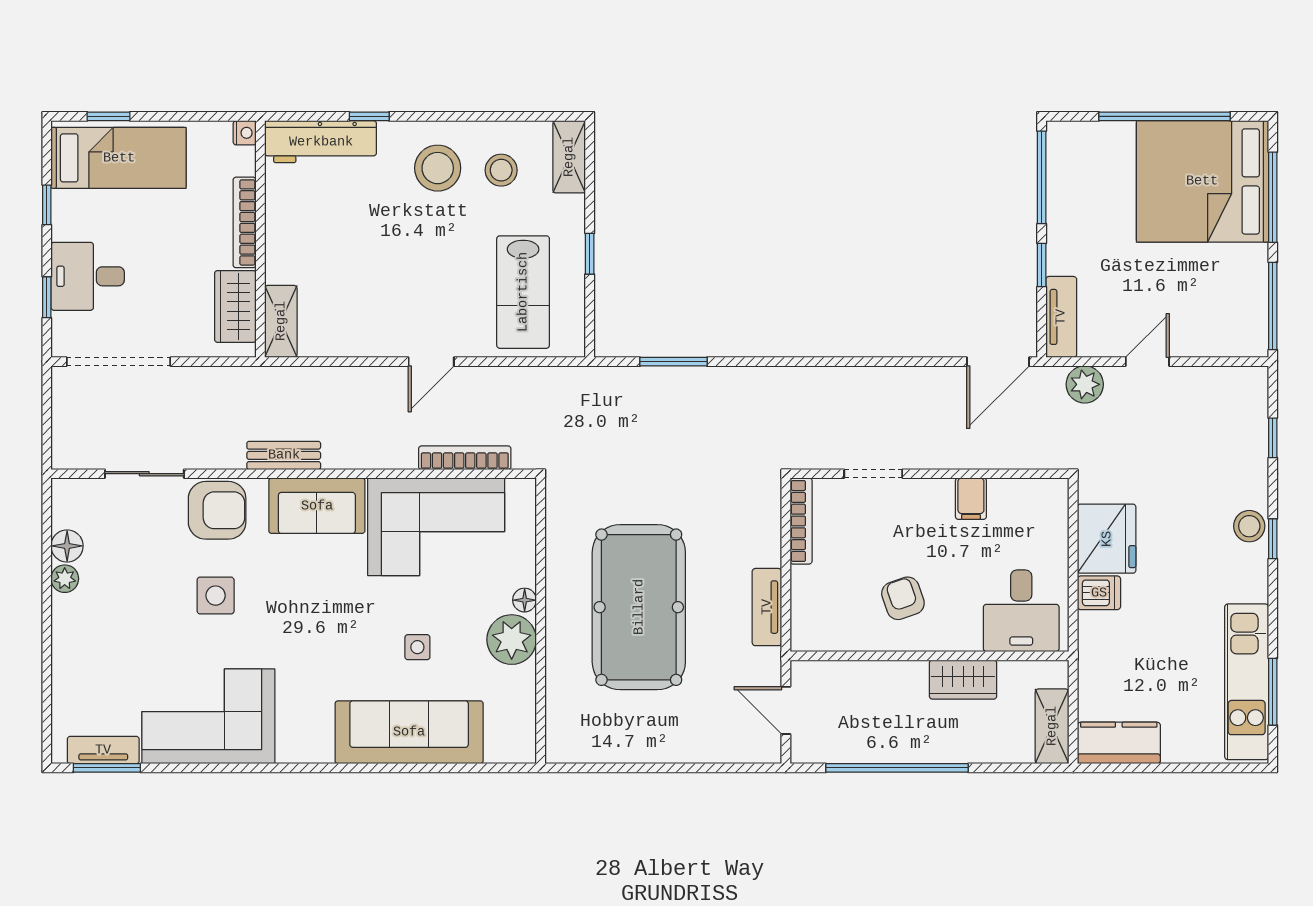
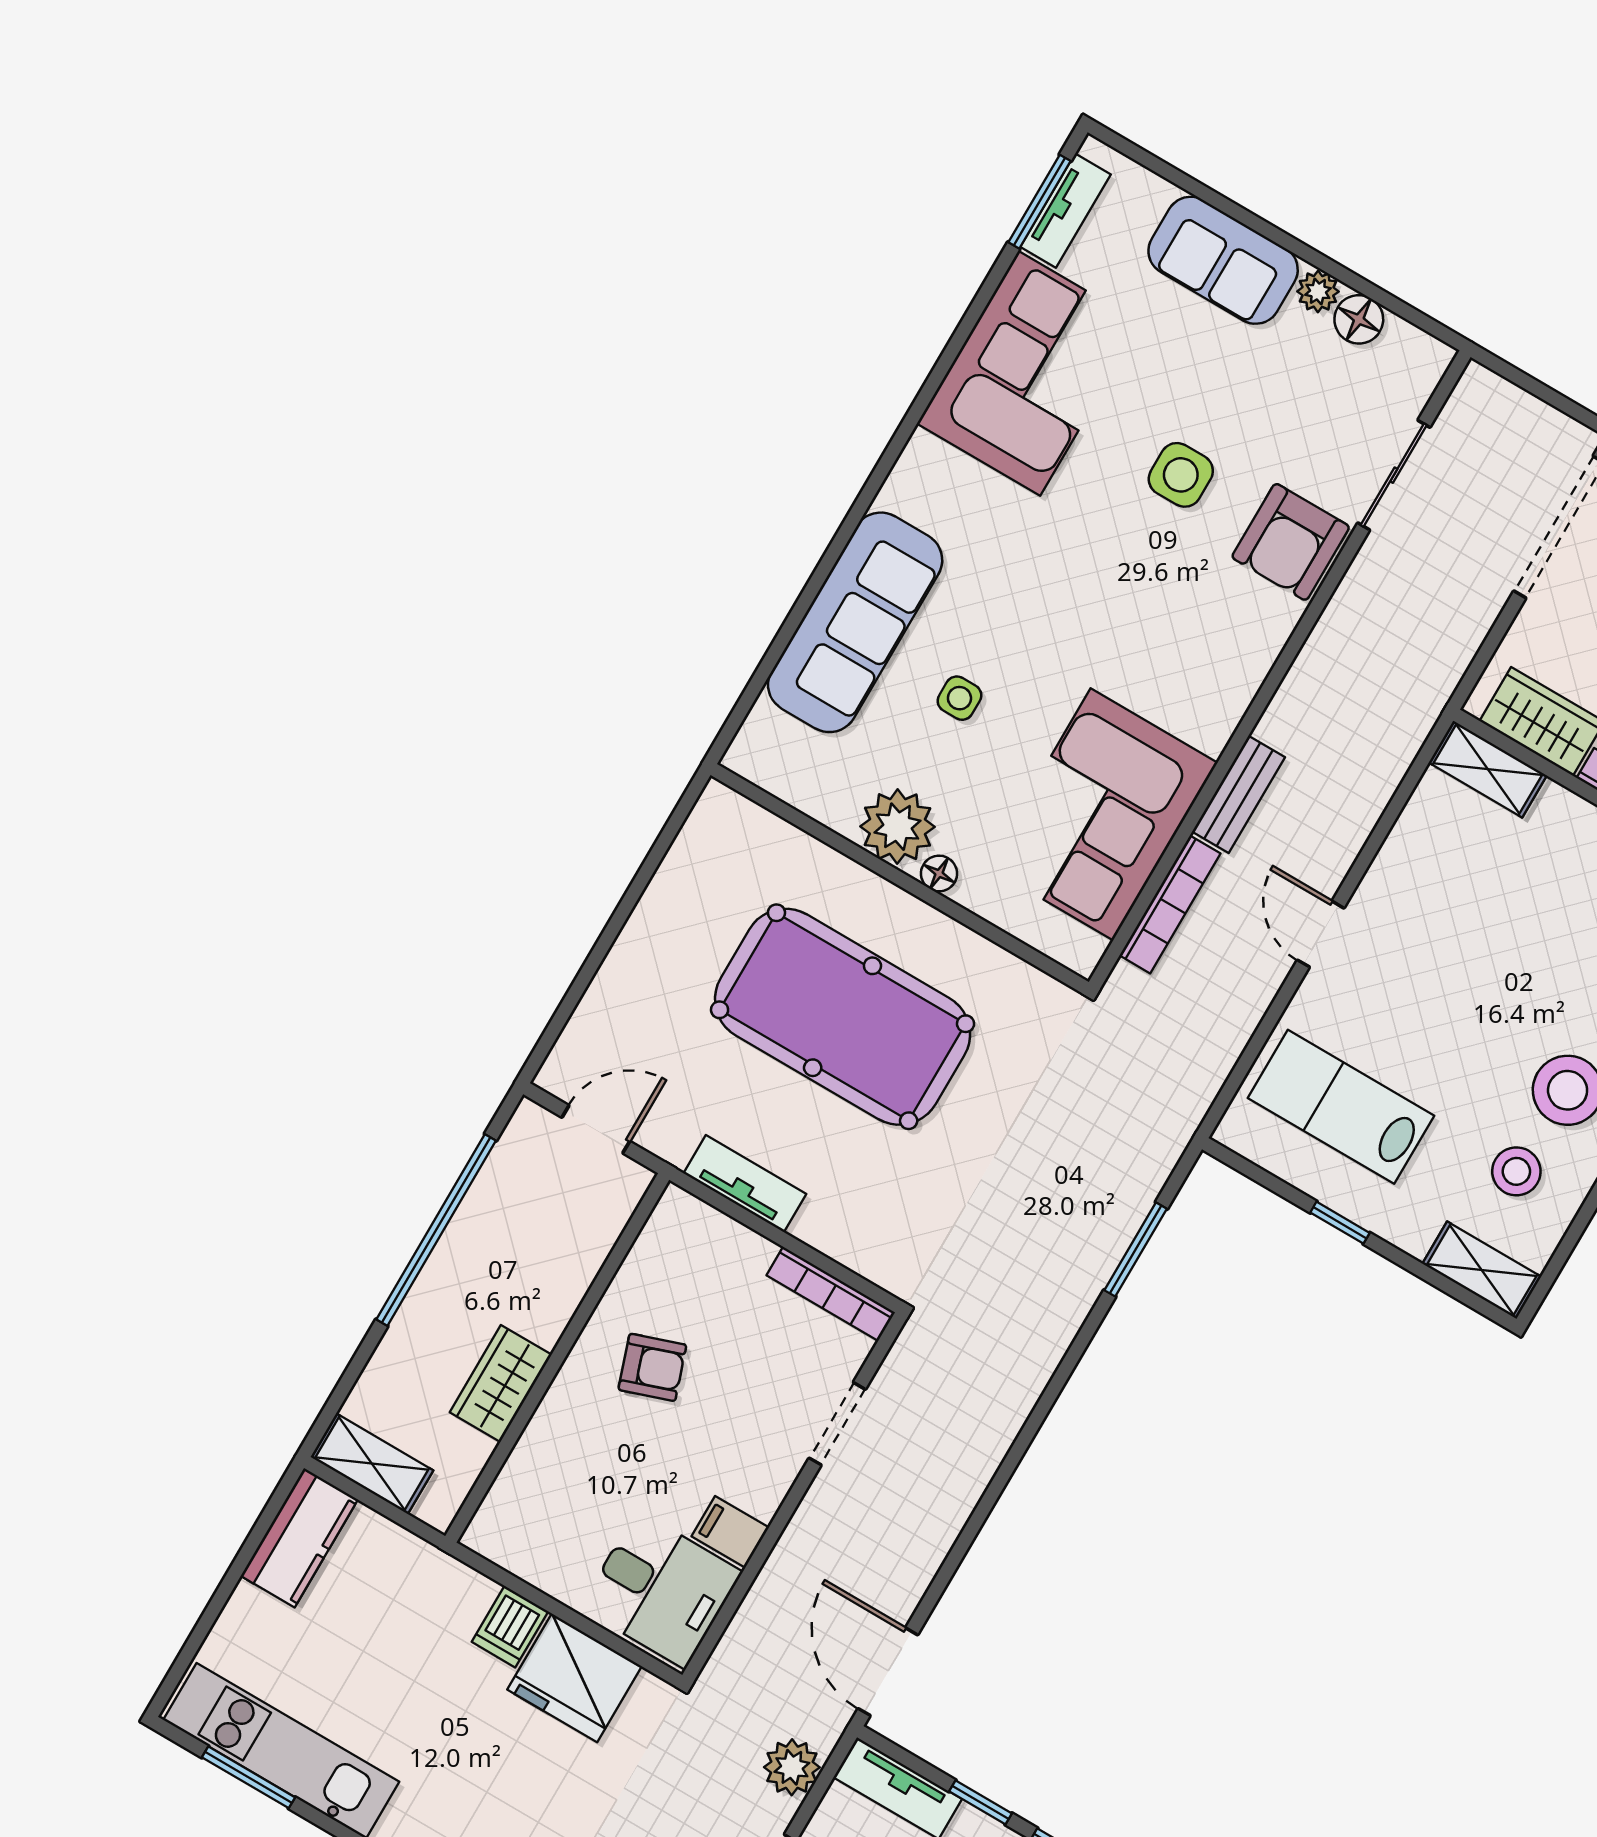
bench: (284, 455) -> (1238, 794), moved
sofa: (317, 506) -> (1223, 260), moved, turned -90
desk: (1021, 611) -> (661, 1590), moved, turned 180

